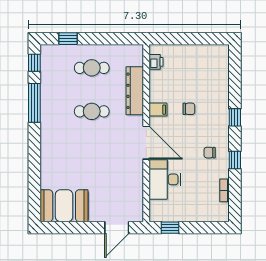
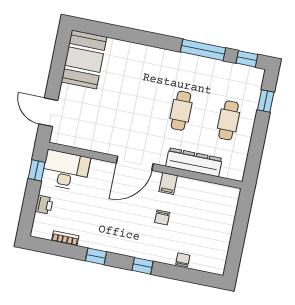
printer: (156, 62) -> (44, 205), moved, turned -90
chair: (210, 153) -> (183, 260), moved
desk: (165, 179) -> (66, 170), moved

